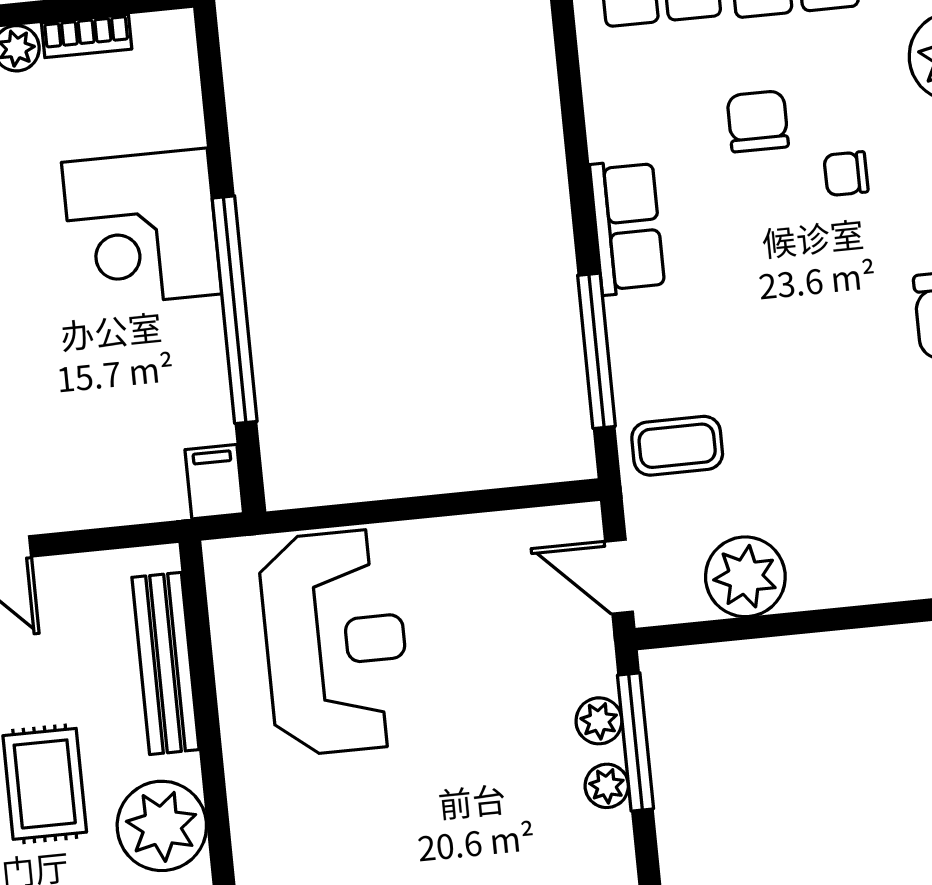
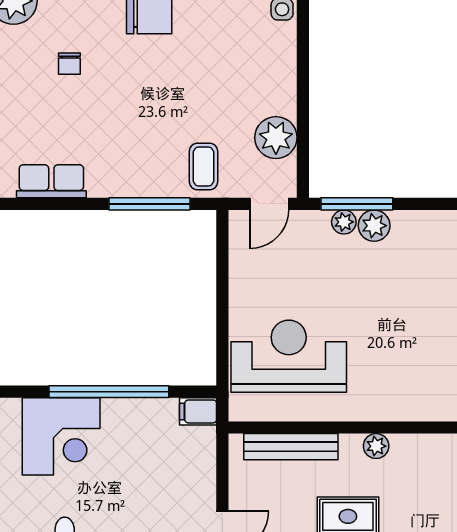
chair: (758, 121) -> (37, 107), removed
row of seats: (627, 227) -> (51, 181), moved
plant: (607, 786) -> (374, 226), width x1.38, depth x1.38
plant: (162, 826) -> (376, 446), width x0.53, depth x0.53

